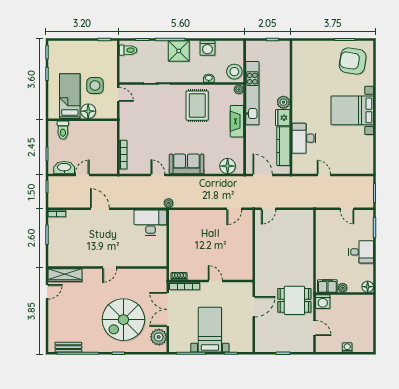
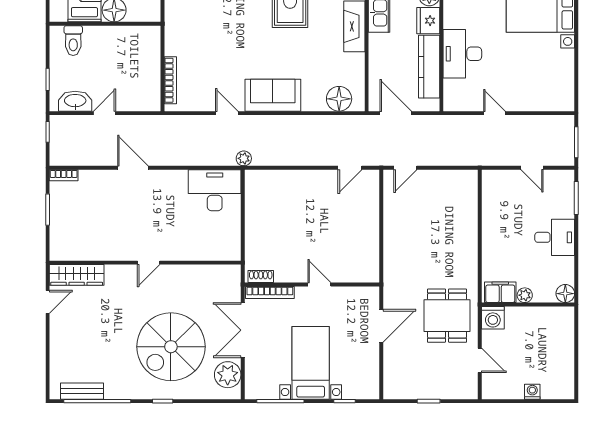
dining table: (294, 300) -> (447, 316), turned 90

